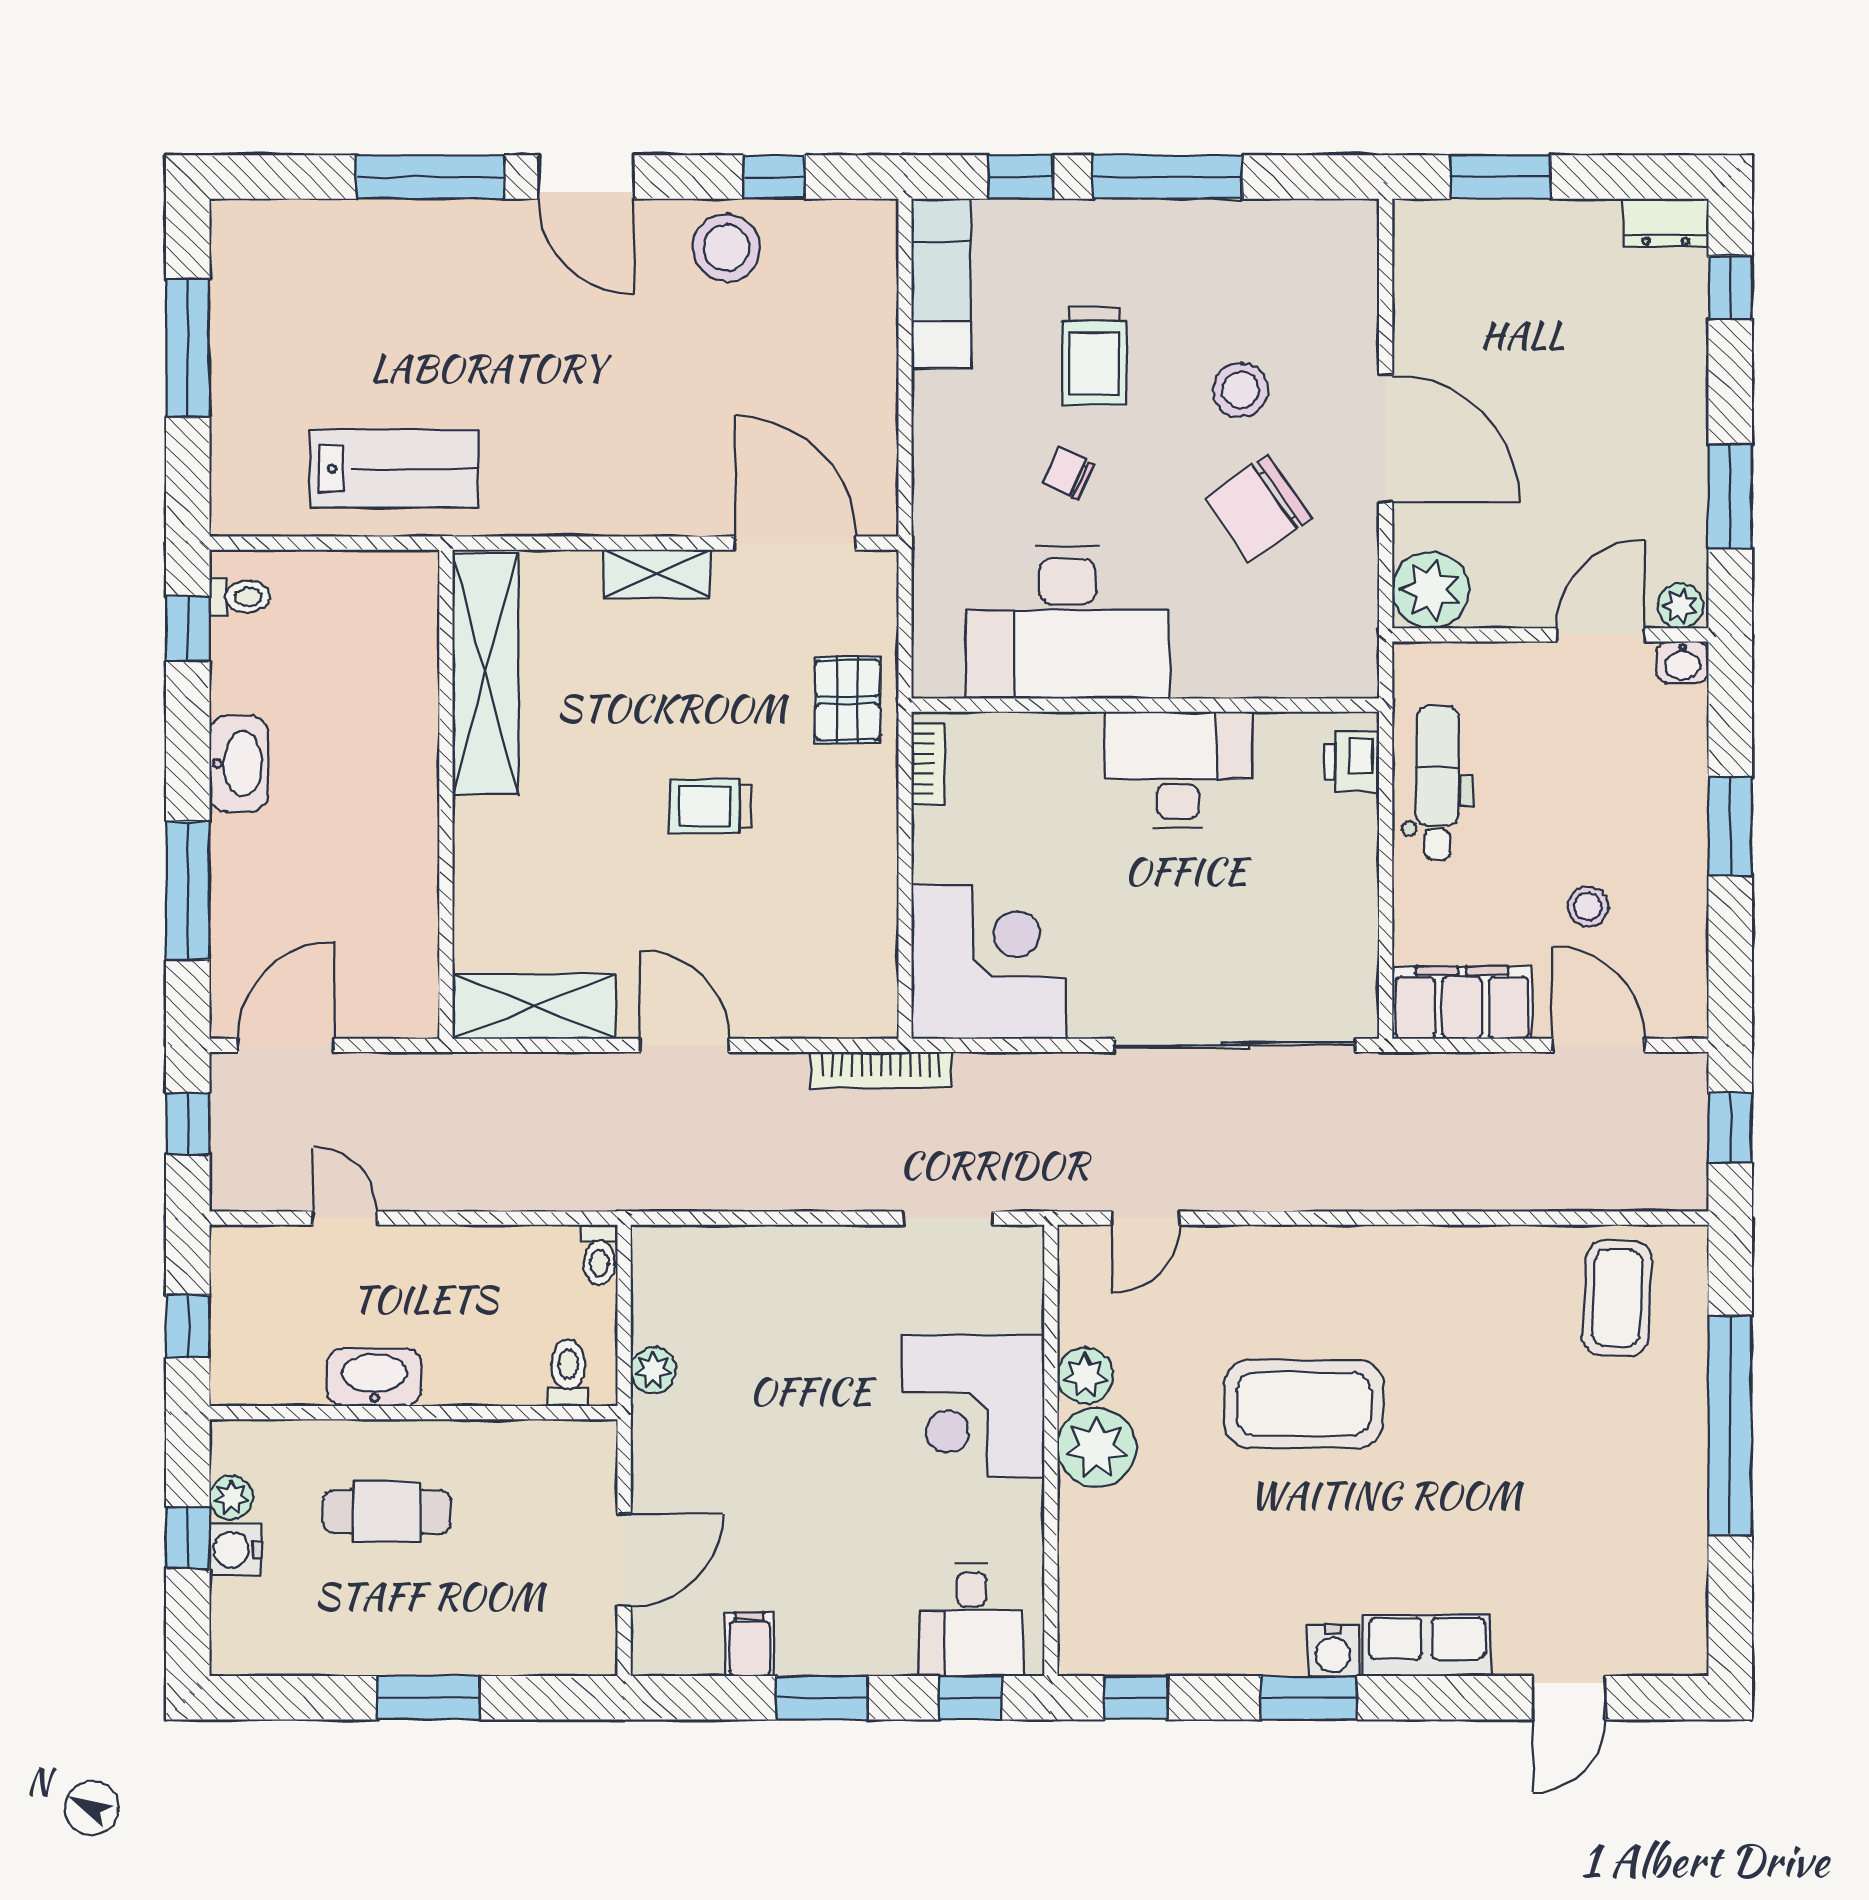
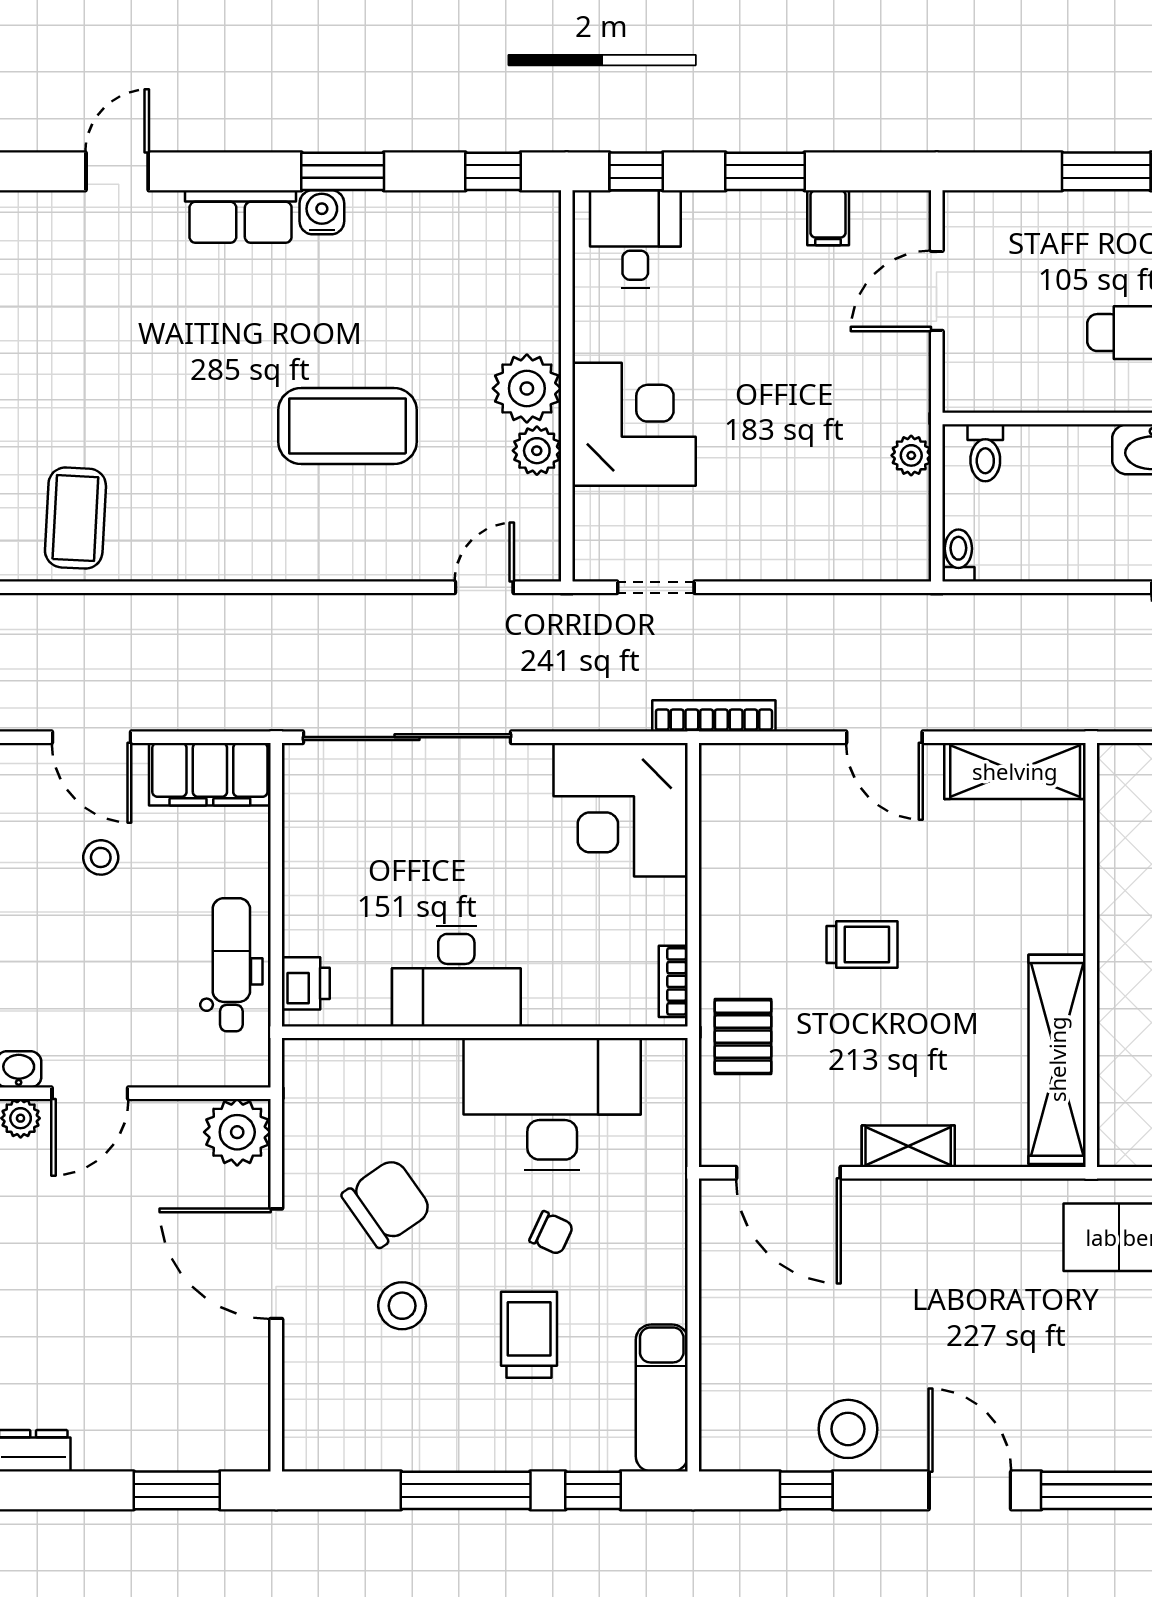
dental chair: (1437, 783) -> (231, 965), turned 180

